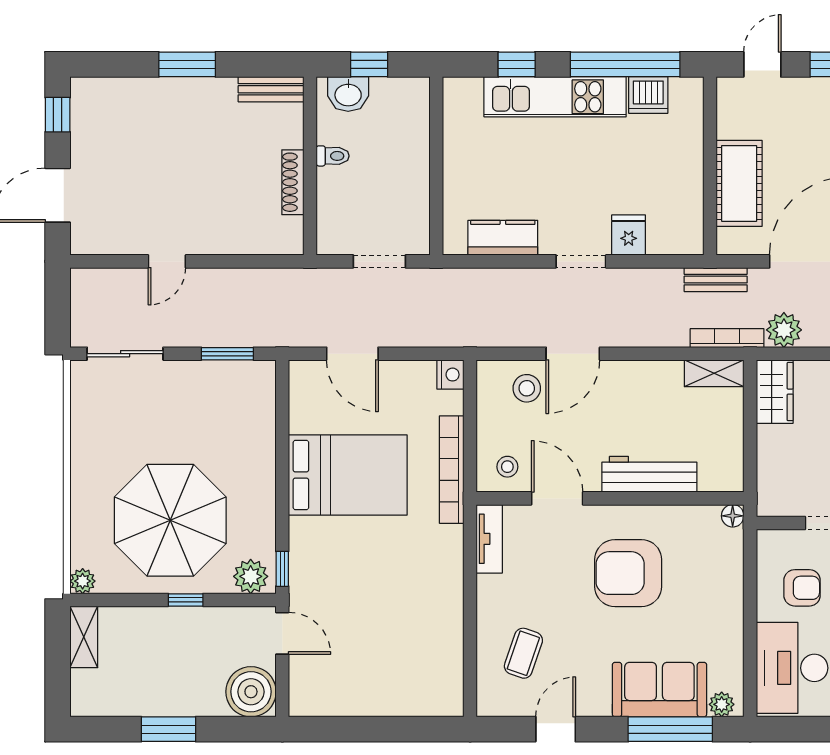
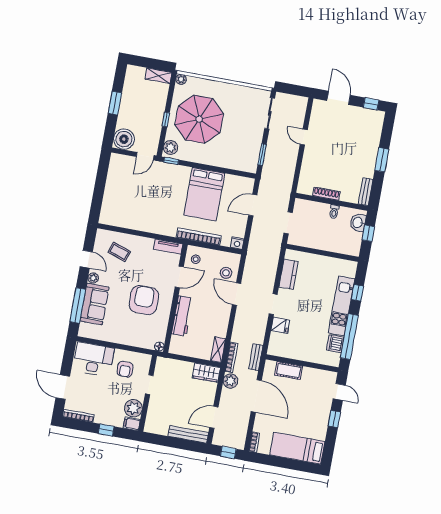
cot: (739, 183) -> (289, 371), width x0.73, depth x0.75
plant: (722, 704) -> (93, 278), moved

